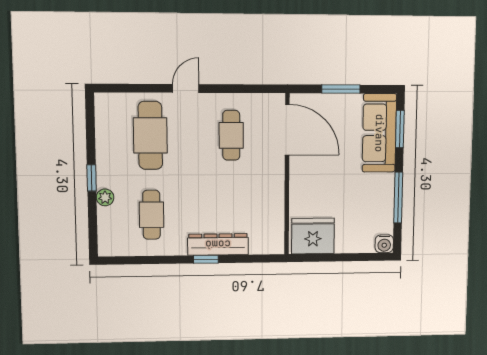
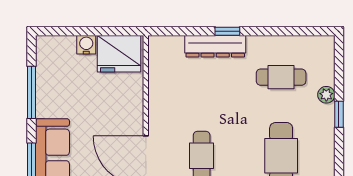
cafe table: (152, 215) -> (281, 77), turned 90
water cooler: (384, 244) -> (86, 45), moved

